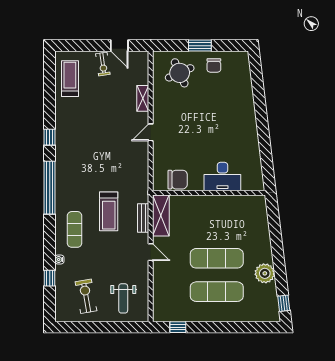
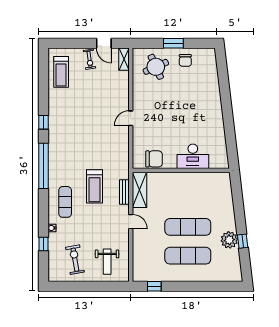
treadmill: (70, 79) -> (61, 72), turned 180
shelving: (143, 98) -> (124, 59), moved
window: (284, 303) -> (243, 241), moved

